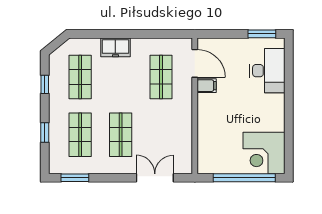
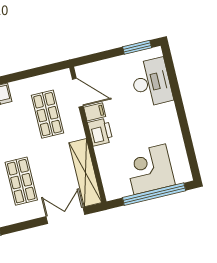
printer: (207, 106) -> (100, 132), added
shelving: (184, 141) -> (85, 173), added
corner desk: (264, 153) -> (150, 169), moved, turned 90

